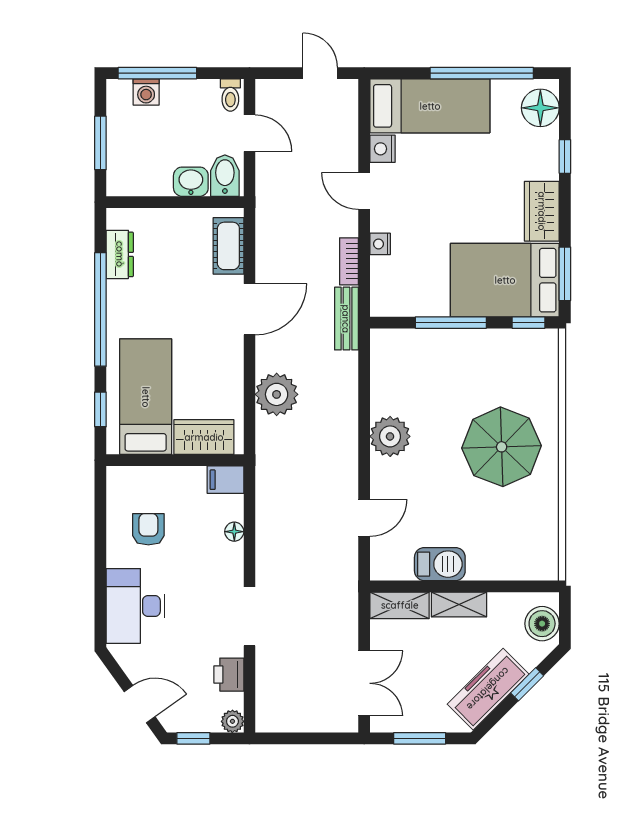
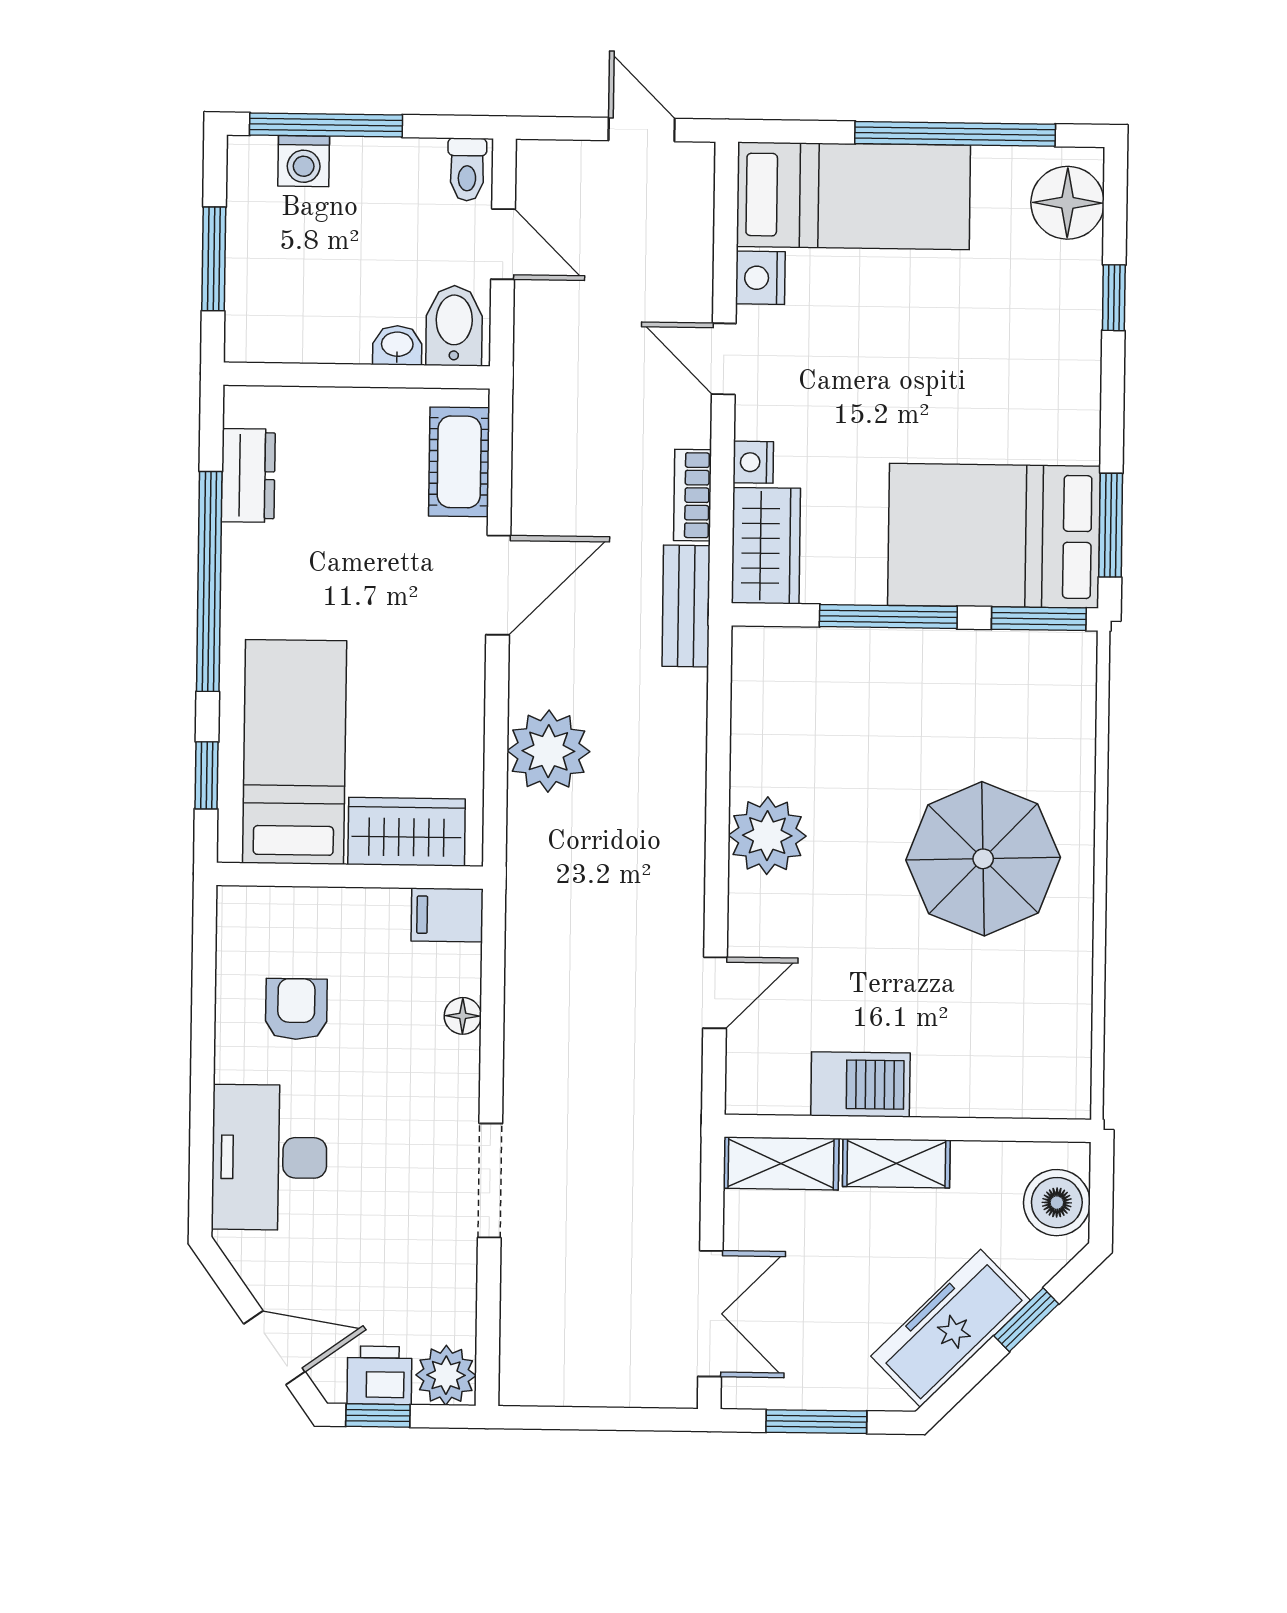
washbasin: (191, 182) -> (397, 345), width x0.72, depth x0.69
wardrobe: (542, 211) -> (766, 546), moved, turned 180
window: (529, 323) -> (1039, 619), width x1.50
printer: (229, 675) -> (379, 1375), moved, turned 90
plant: (232, 721) -> (446, 1375), width x1.38, depth x1.38

